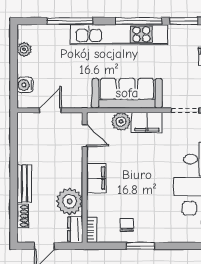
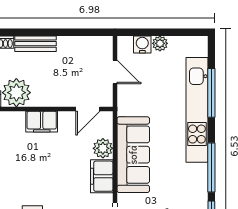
kitchen unit: (119, 34) -> (197, 110), moved
plant: (24, 49) -> (160, 43), moved

